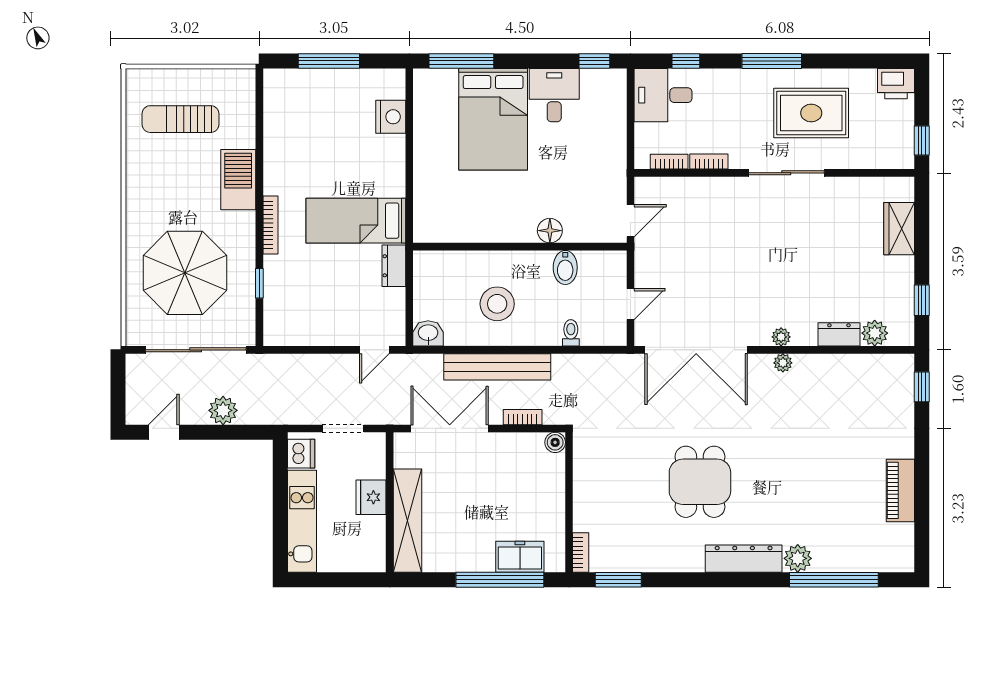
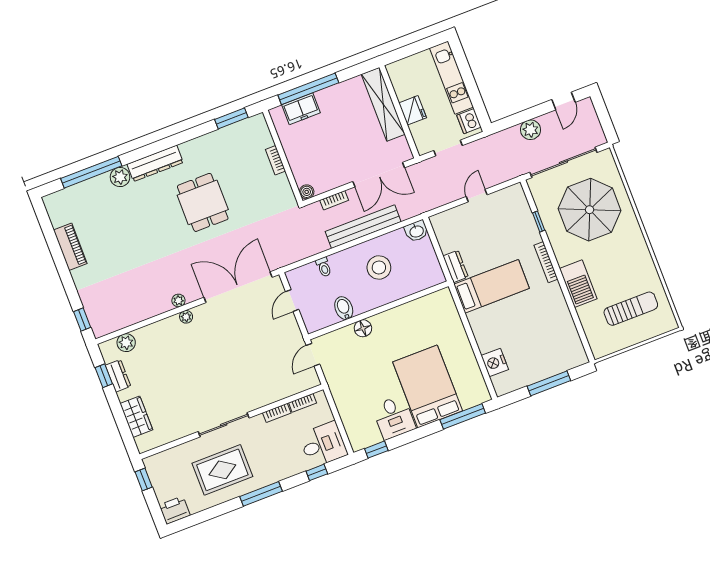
dresser: (839, 334) -> (118, 376), moved, turned -90
door: (374, 350) -> (477, 196), moved
bookcase: (581, 552) -> (275, 160), moved

